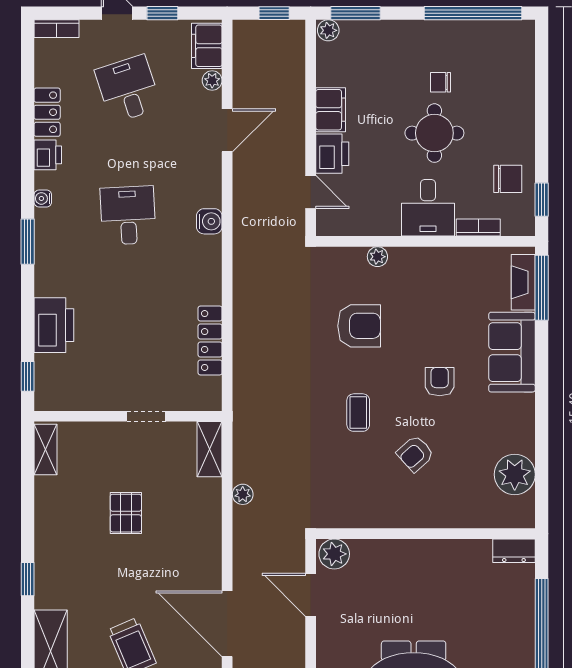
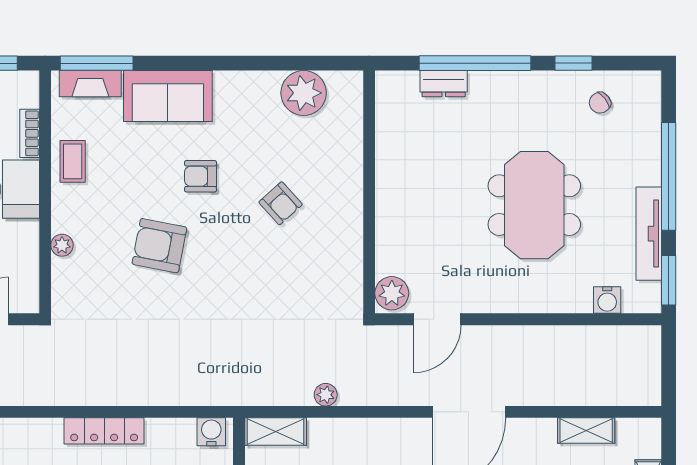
water cooler: (209, 221) -> (211, 432), moved
armchair: (359, 326) -> (159, 246), moved, turned -79
locker: (210, 340) -> (104, 431), moved
coffee table: (358, 413) -> (73, 161), moved, turned 90
dresser: (514, 551) -> (444, 84), moved, turned 90

